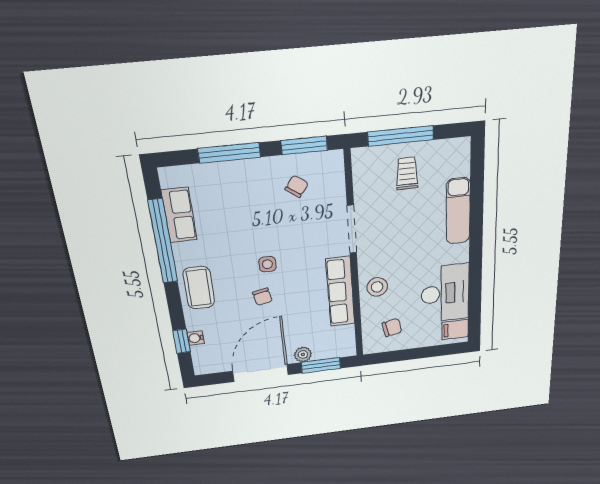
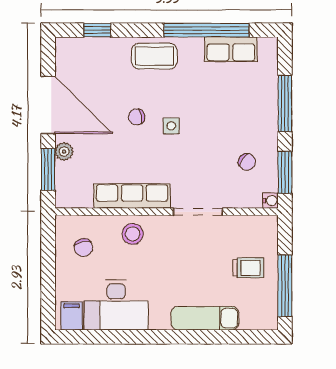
window: (401, 136) -> (285, 286), moved
water cooler: (196, 338) -> (271, 201), moved, turned 90

